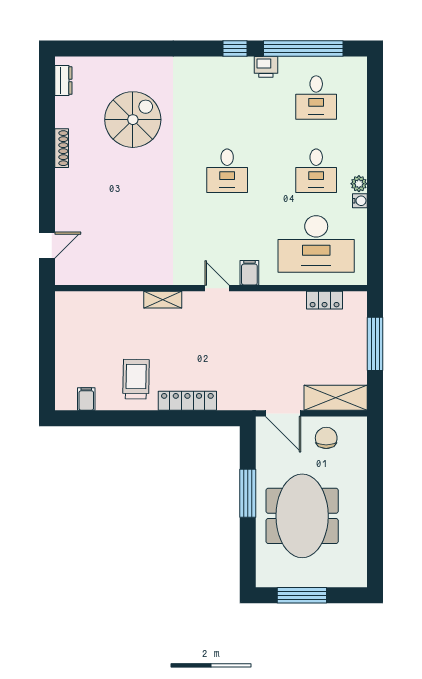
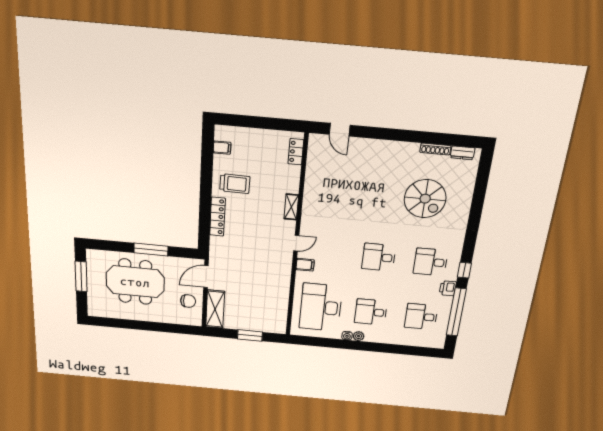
desk: (227, 98) -> (431, 262), added
shoe rack: (62, 148) -> (435, 149), moved
locker: (325, 300) -> (296, 152), moved
window: (375, 344) -> (250, 335), width x0.69

